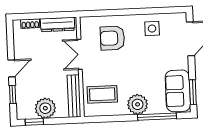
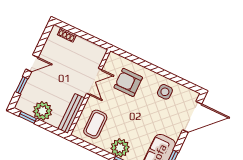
dresser: (58, 24) -> (89, 47), removed
double door: (80, 54) -> (94, 82), swing flipped
coffee table: (102, 94) -> (95, 124), turned 90

